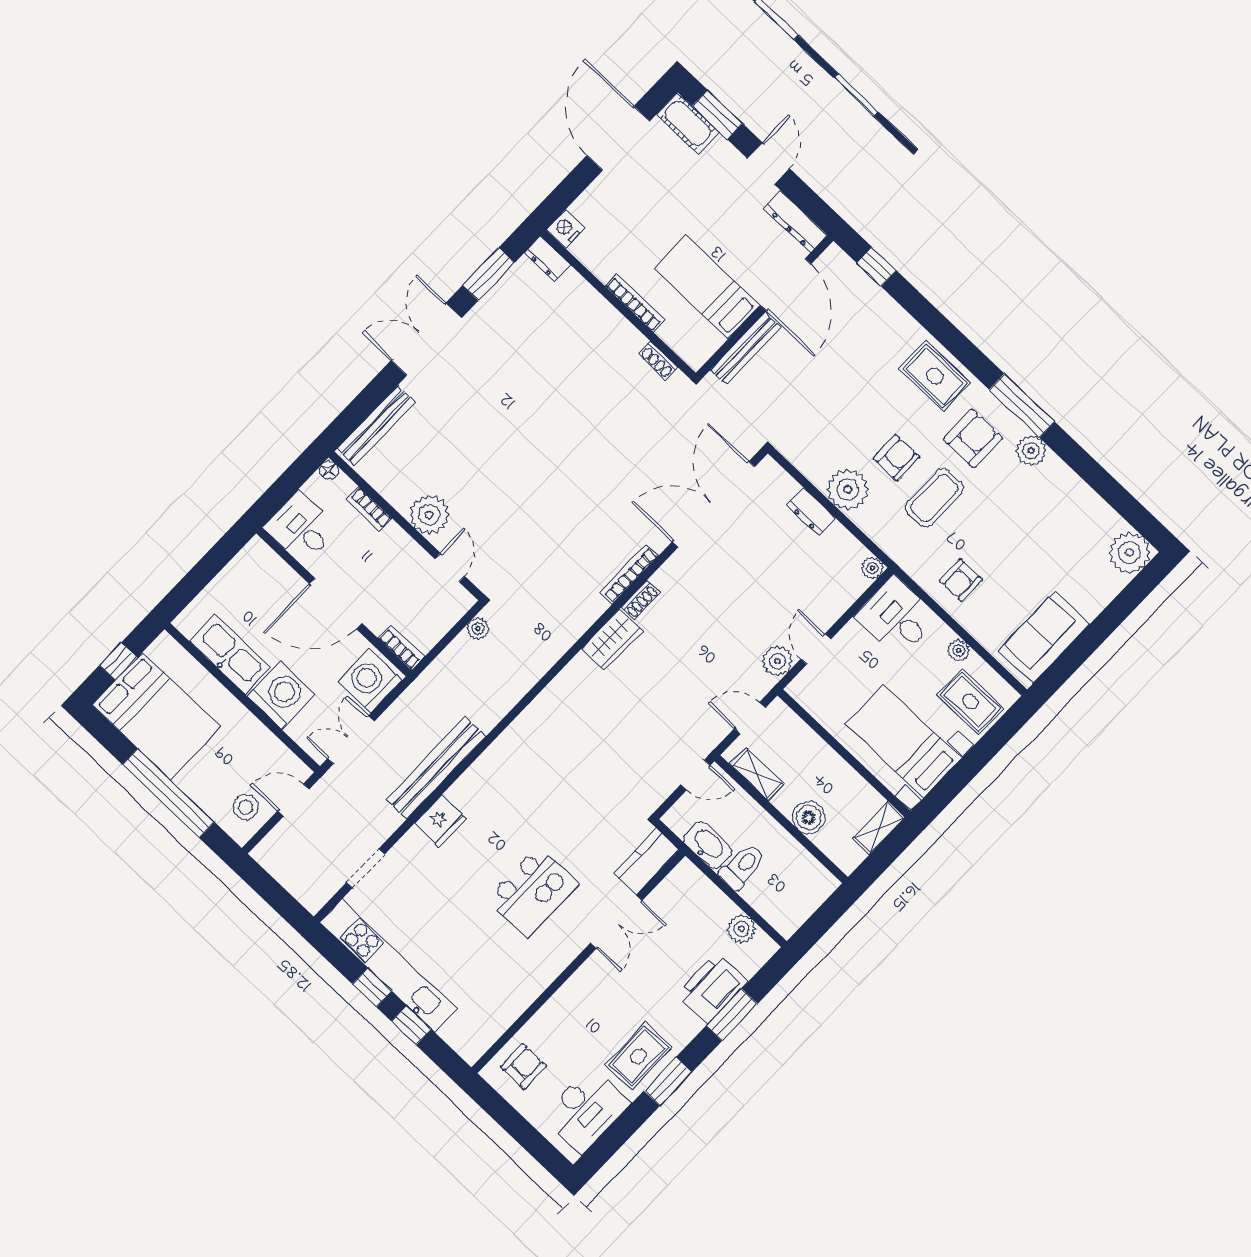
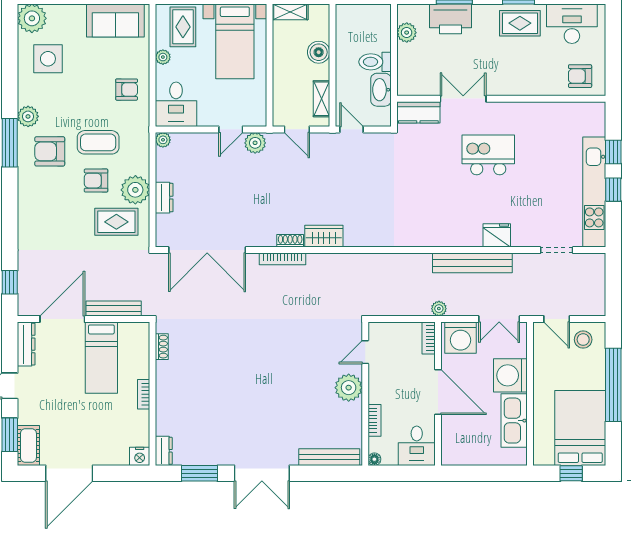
bookcase: (635, 303) -> (144, 394), width x0.64
rug: (935, 376) -> (116, 222), moved, turned 90
side table: (1071, 529) -> (48, 59), added
plant: (478, 629) -> (439, 309), moved

